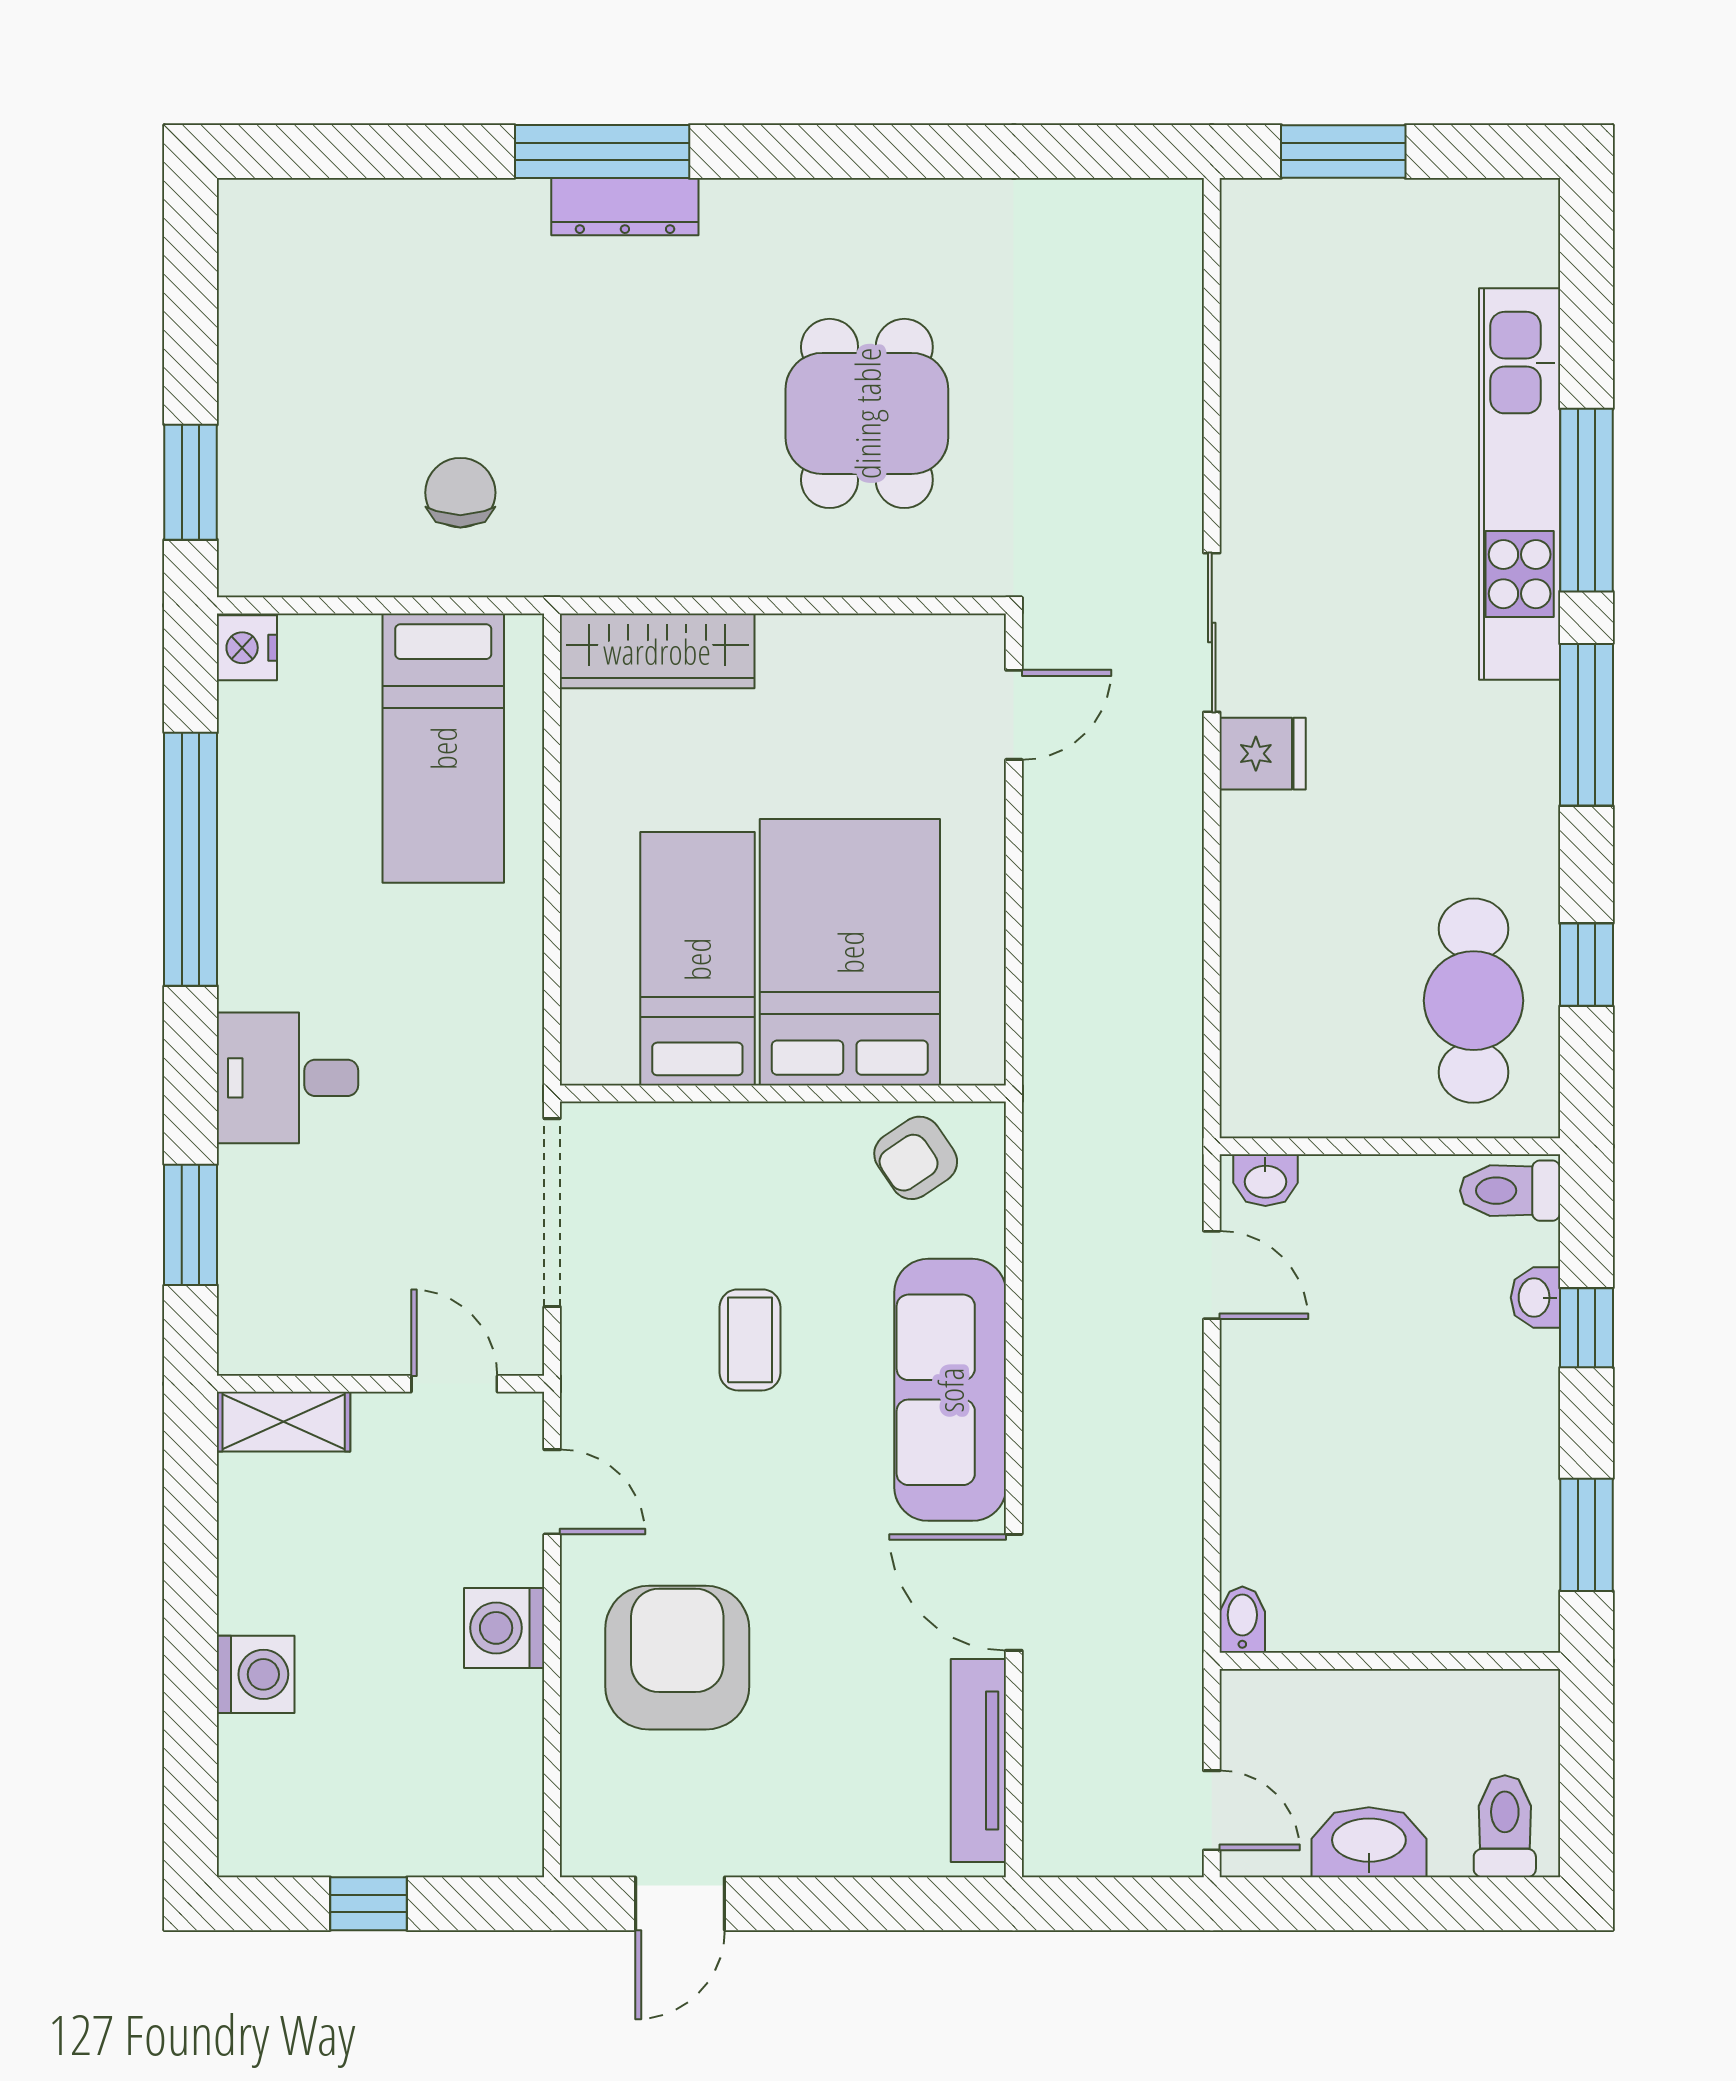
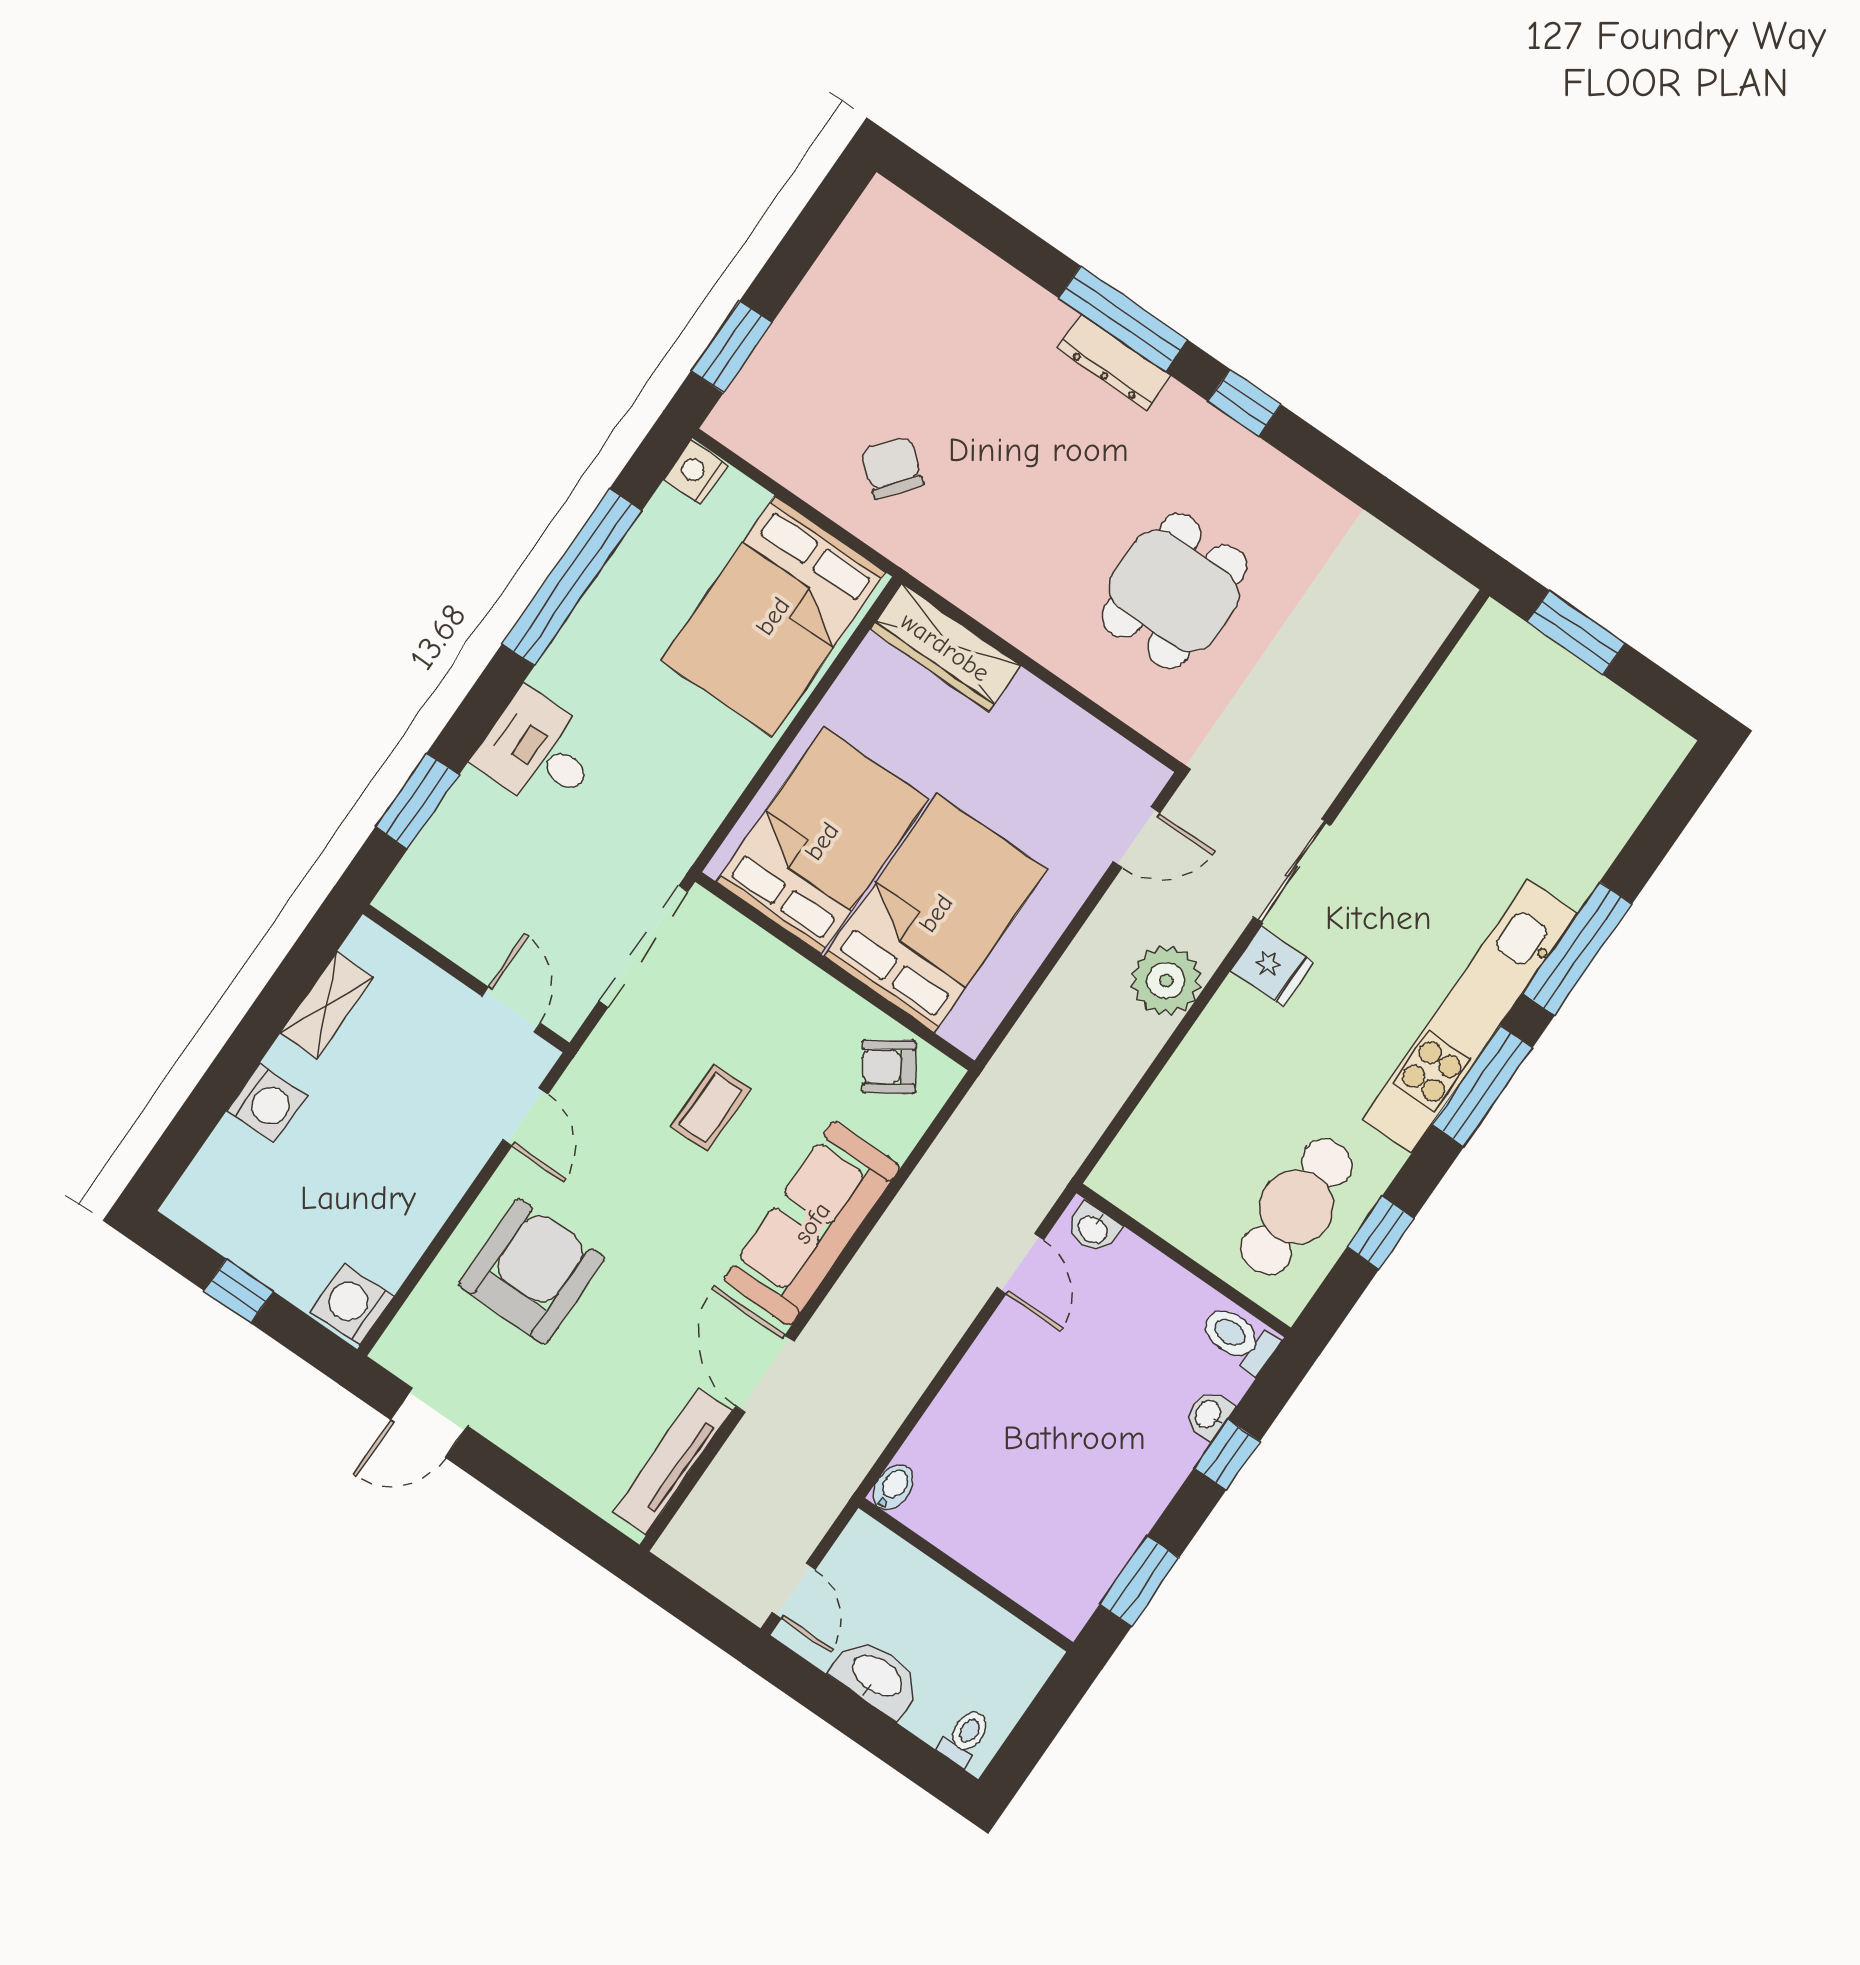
window: (800, 151) -> (1244, 403), added
kitchen unit: (1520, 484) -> (1470, 1016), moved
chair: (460, 493) -> (892, 467), turned -51
bed: (443, 748) -> (773, 616), width x1.50
plant: (1156, 850) -> (1166, 981), added
bed: (697, 959) -> (822, 841), width x1.50
shelving: (284, 1422) -> (327, 1005), moved, turned 90
washing machine: (504, 1628) -> (352, 1304), moved
toilet: (1505, 1826) -> (965, 1737), width x0.73, depth x0.72

